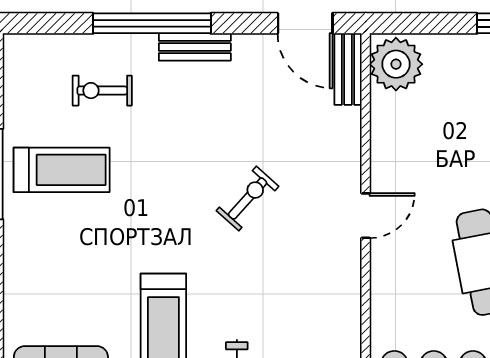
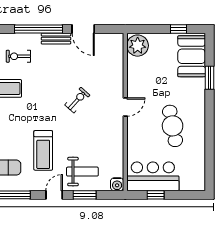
door: (305, 23) -> (83, 29), moved
bench: (348, 69) -> (118, 48), removed

